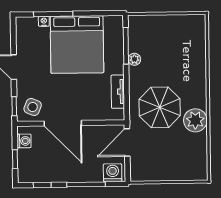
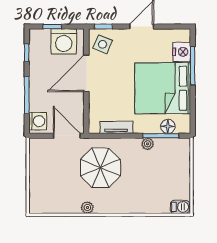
nightstand: (44, 21) -> (182, 52), width x1.89, depth x1.79
barbecue: (199, 25) -> (180, 207), added
floor lamp: (116, 39) -> (168, 126), added
plant: (195, 120) -> (87, 208), width x0.53, depth x0.53
washing machine: (24, 141) -> (64, 41), width x1.89, depth x1.89

